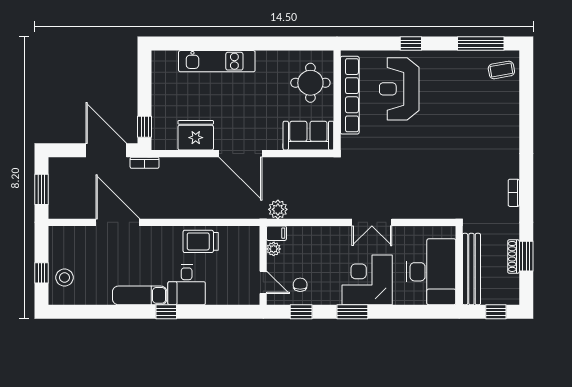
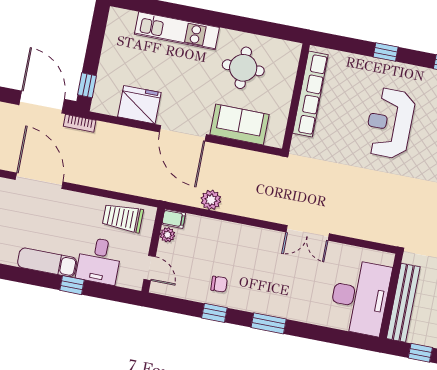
round table: (310, 83) -> (243, 68), moved
reception desk: (399, 89) -> (390, 123), moved
sofa: (308, 136) -> (239, 125), moved
filing cabinet: (276, 233) -> (174, 219), moved
plant: (274, 249) -> (167, 235), moved
wall: (263, 265) -> (153, 250), moved
corner desk: (367, 280) -> (291, 293), removed
door: (263, 282) -> (150, 268), moved
chair: (300, 285) -> (219, 284), turned 87

